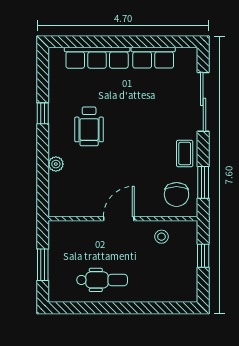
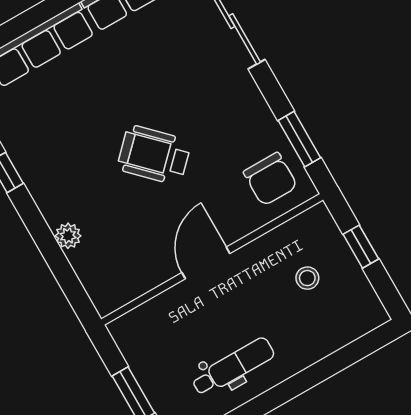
wheelchair: (89, 126) -> (154, 155), moved, turned 135
coffee table: (185, 153) -> (248, 112), removed
stool: (161, 237) -> (307, 278), moved

